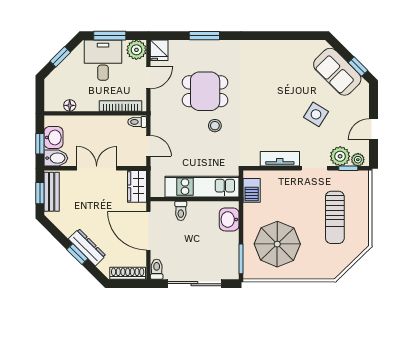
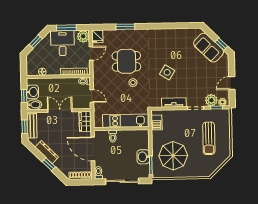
side table: (316, 114) -> (167, 72), moved
washbasin: (229, 219) -> (143, 157), moved
dresser: (87, 247) -> (47, 152), moved

